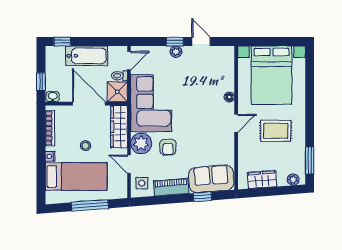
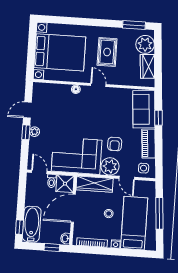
bathtub: (87, 56) -> (32, 224), moved
armchair: (168, 147) -> (115, 144), turned 90
door: (129, 164) -> (127, 178), hinge flipped
plant: (293, 180) -> (145, 44), width x1.88, depth x1.88

